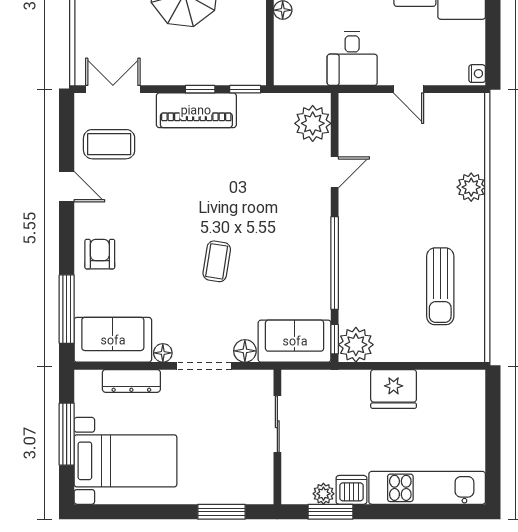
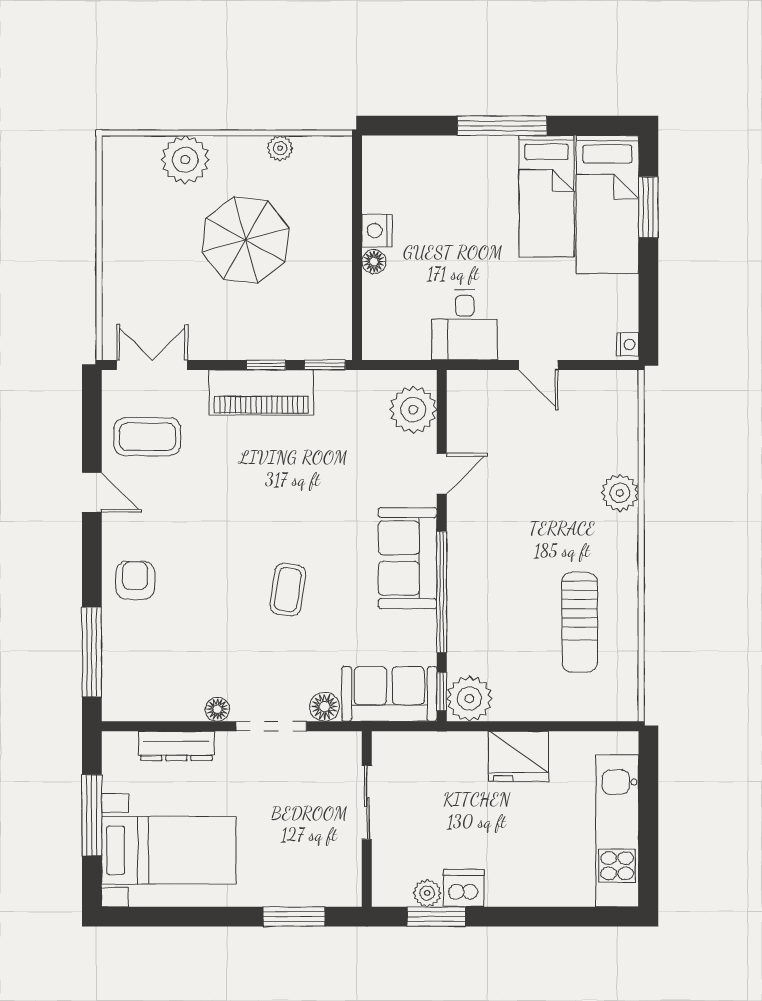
sofa: (113, 340) -> (408, 558), moved, turned -90
kitchen unit: (427, 488) -> (617, 831), moved, turned -90

